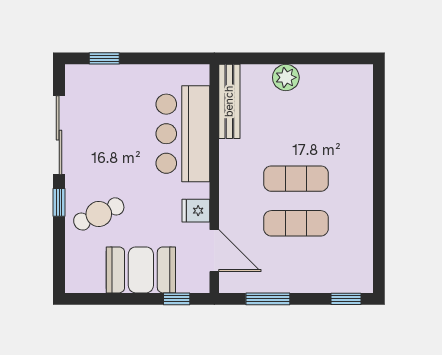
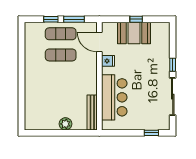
exercise mat: (296, 179) -> (61, 34), moved
cafe table: (99, 214) -> (154, 59), removed
window: (177, 299) -> (136, 19), moved
window: (346, 299) -> (51, 19), moved

